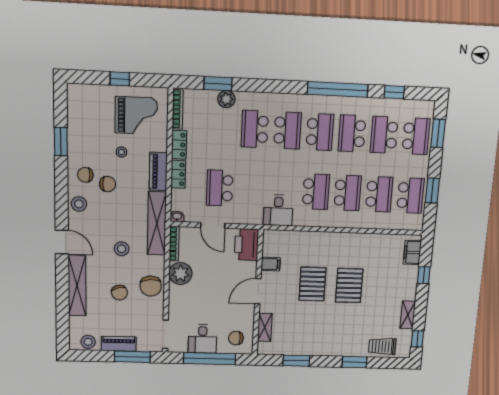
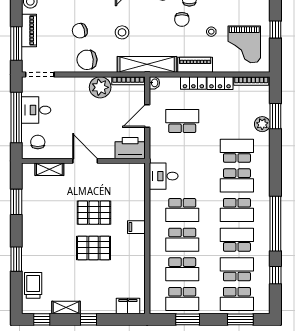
filing cabinet: (271, 264) -> (136, 227), moved, turned 90
window: (424, 275) -> (88, 319), moved

